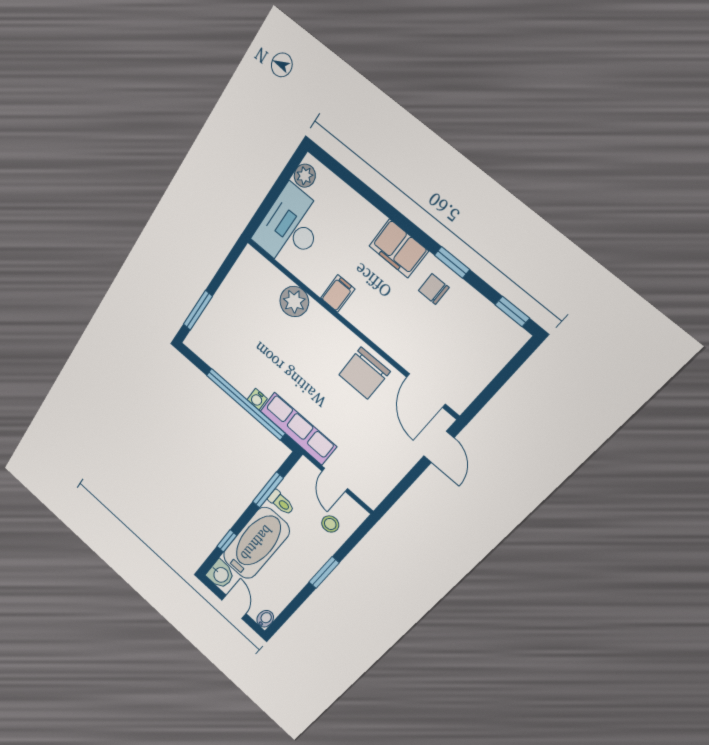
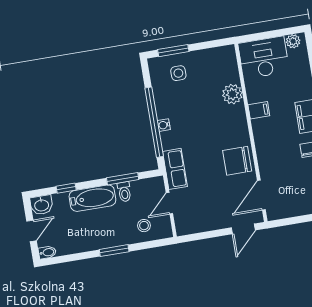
side table: (223, 330) -> (178, 73), added
row of seats: (298, 429) -> (175, 169), width x0.68
bathtub: (256, 543) -> (92, 198), width x0.73, depth x0.73

